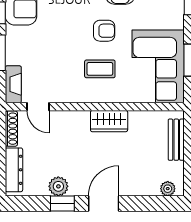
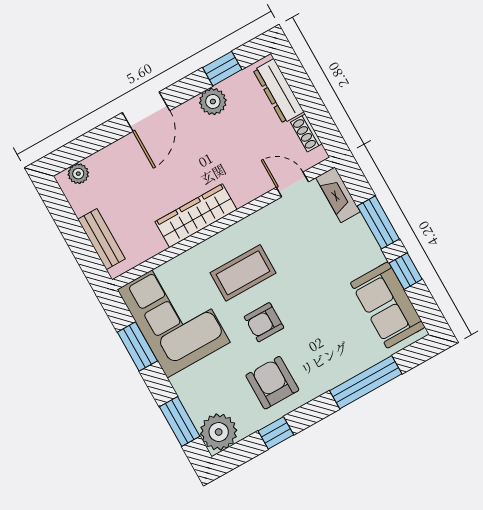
coffee table: (100, 69) -> (243, 273), width x1.36, depth x1.30
wardrobe: (109, 121) -> (196, 216), width x1.50
shoe rack: (11, 129) -> (306, 133), width x0.70
window: (62, 204) -> (222, 69), moved

